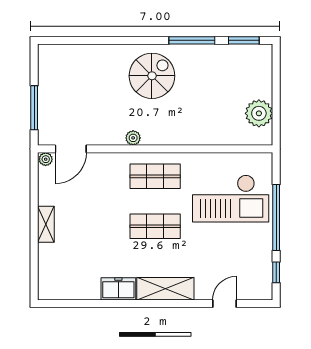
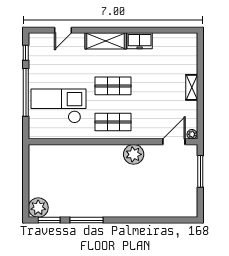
spiral stairs: (152, 76) -> (115, 194), removed
plant: (259, 113) -> (38, 208), moved
plant: (133, 138) -> (134, 154), width x1.88, depth x1.88

